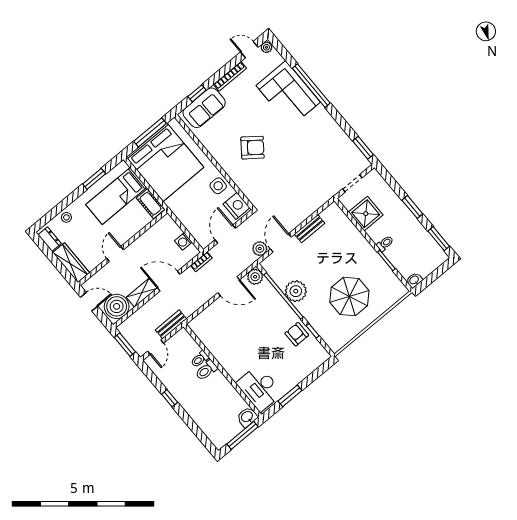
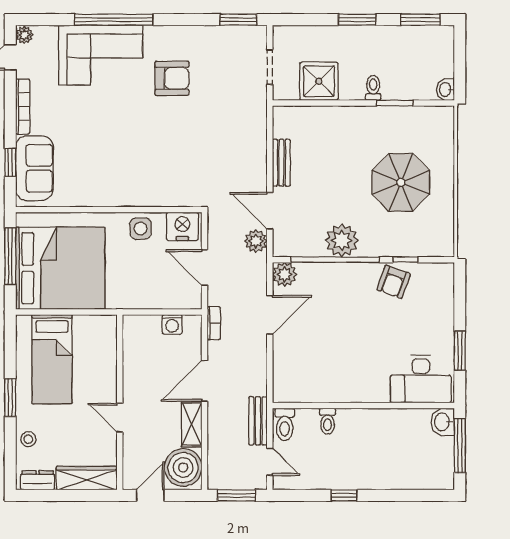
armchair: (252, 148) -> (172, 78), moved, turned 53
window: (94, 179) -> (10, 398), moved
cot: (151, 204) -> (95, 326), removed
armchair: (297, 334) -> (394, 282), turned -70
toilet: (206, 370) -> (285, 424), moved

